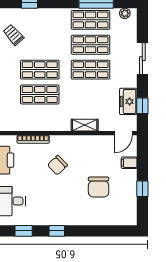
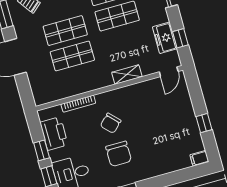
filing cabinet: (129, 163) -> (199, 158), moved
chair: (99, 187) -> (119, 154), moved

